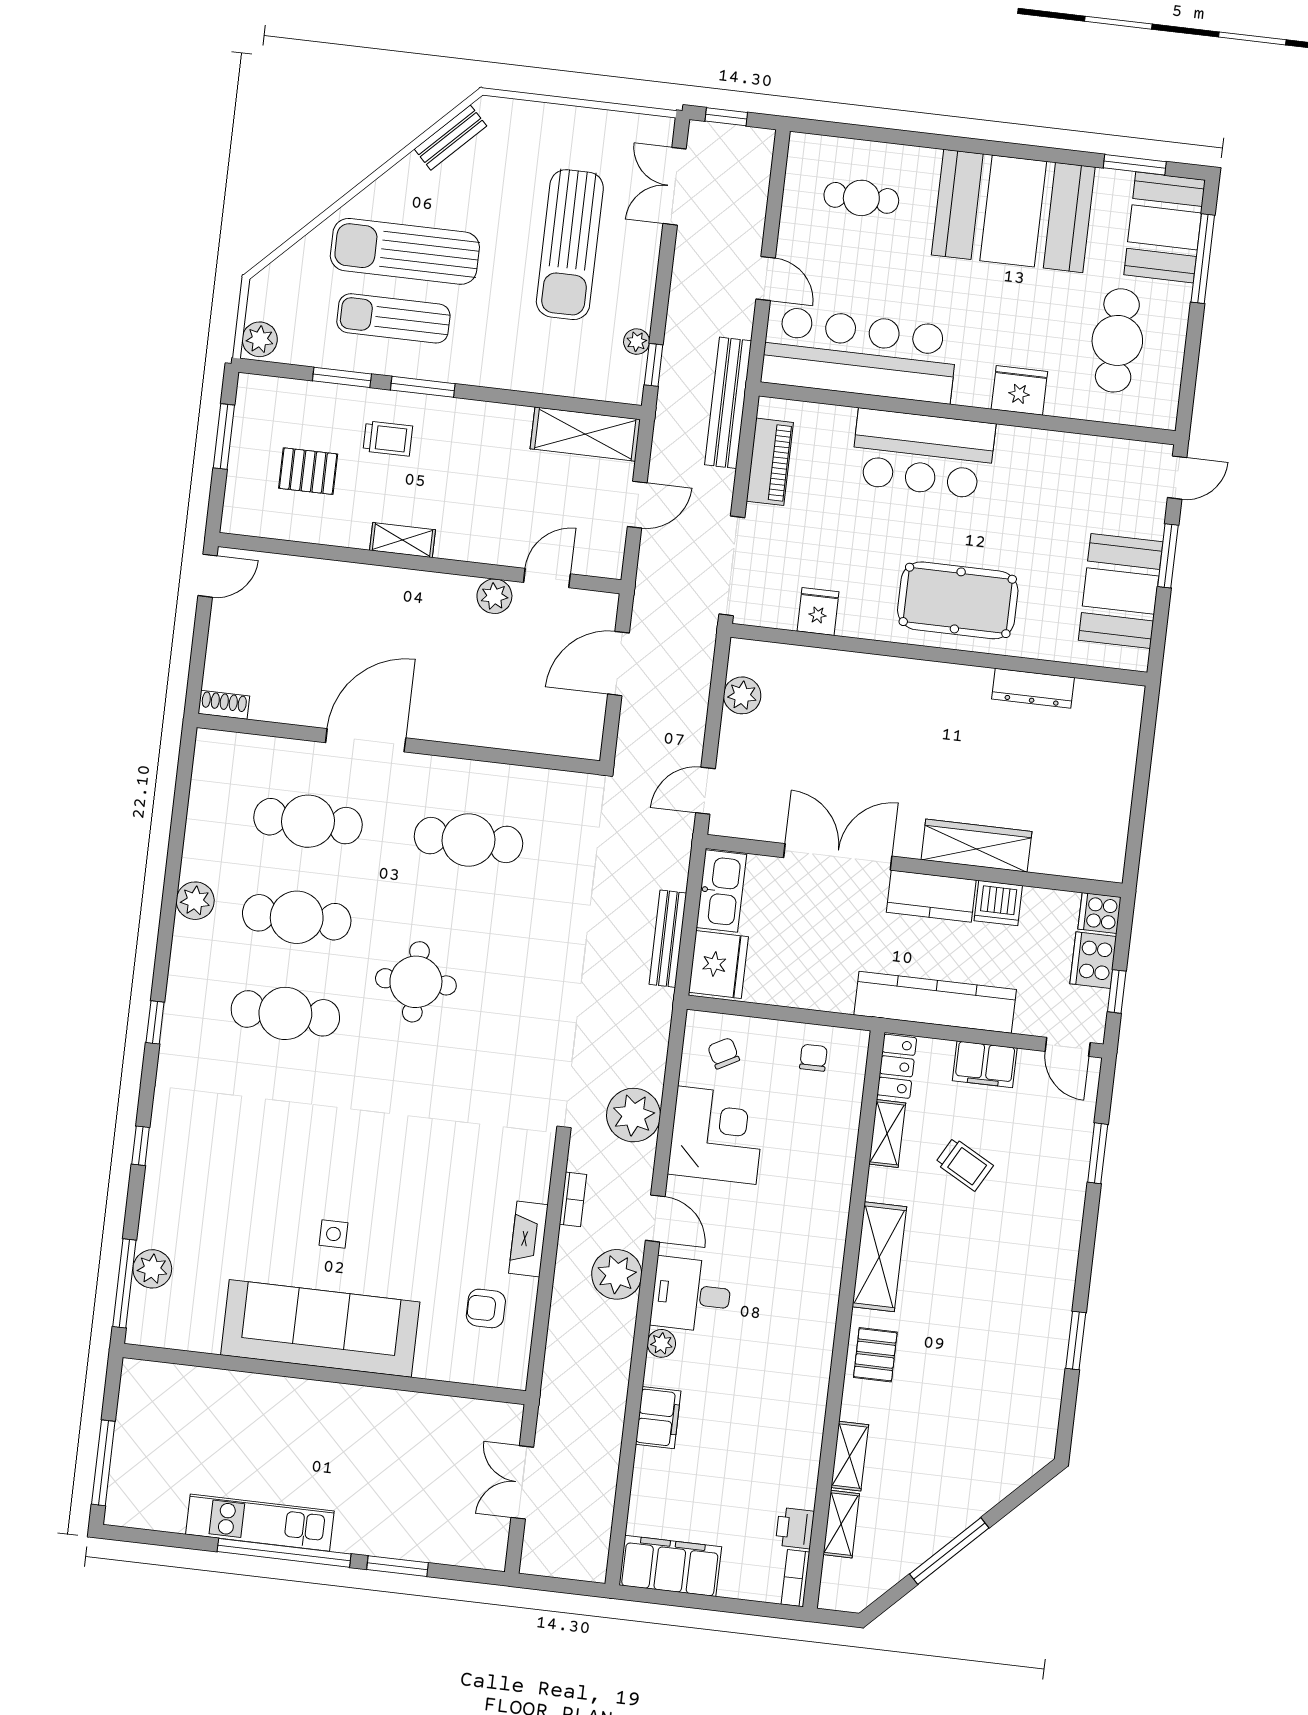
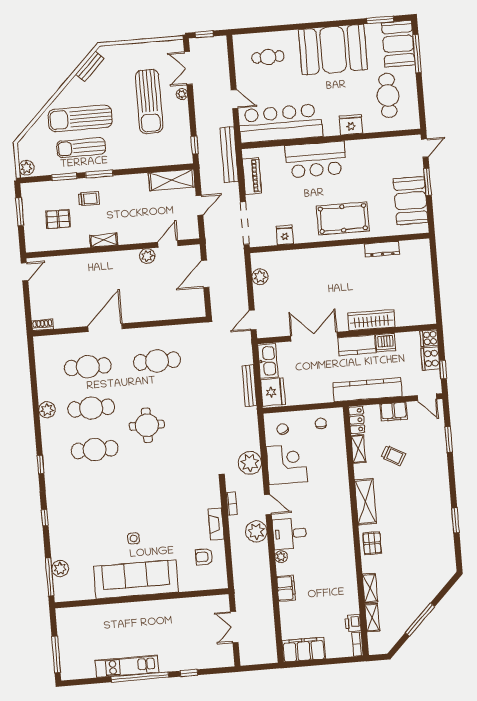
plant: (637, 342) -> (182, 94), moved
window: (398, 1566) -> (189, 673), width x0.67

